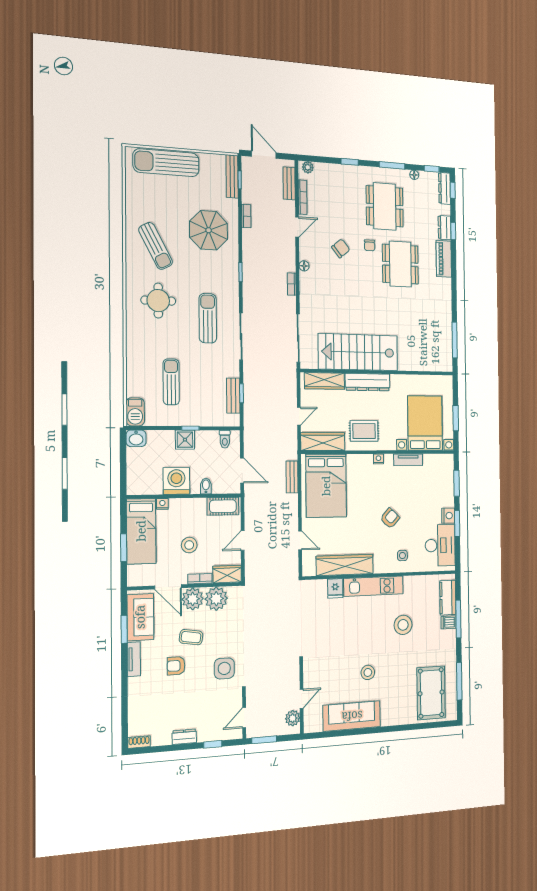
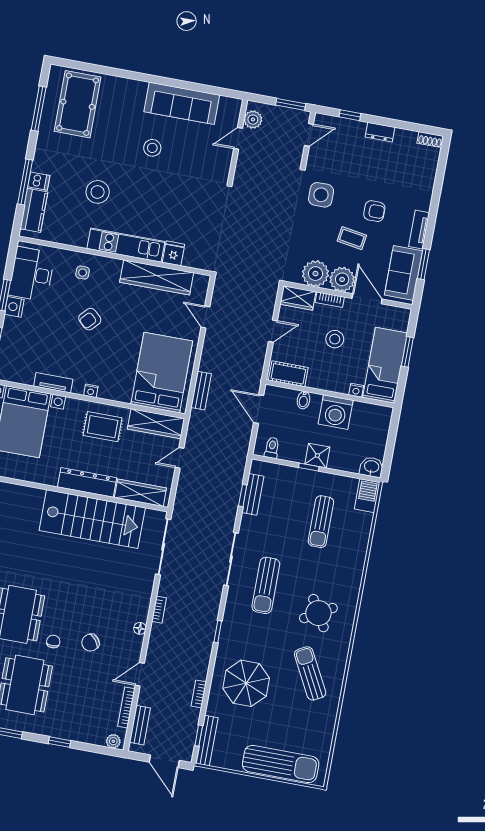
round table: (158, 301) -> (318, 613), turned -30

